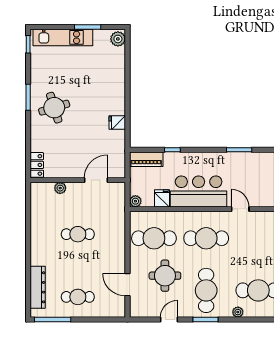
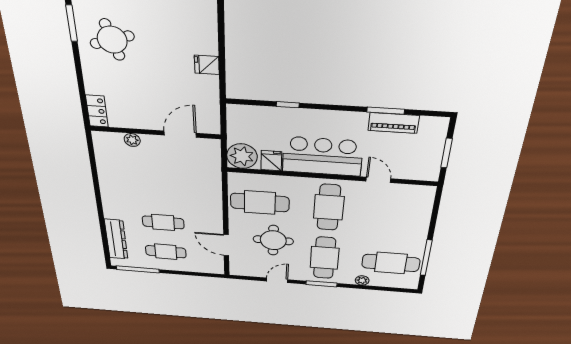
piano: (146, 159) -> (394, 123), moved
plant: (135, 201) -> (242, 156), width x1.88, depth x1.88
cafe table: (78, 234) -> (163, 222), moved
cafe table: (206, 238) -> (329, 207), turned 90

